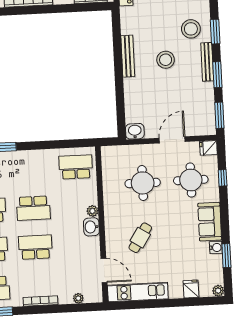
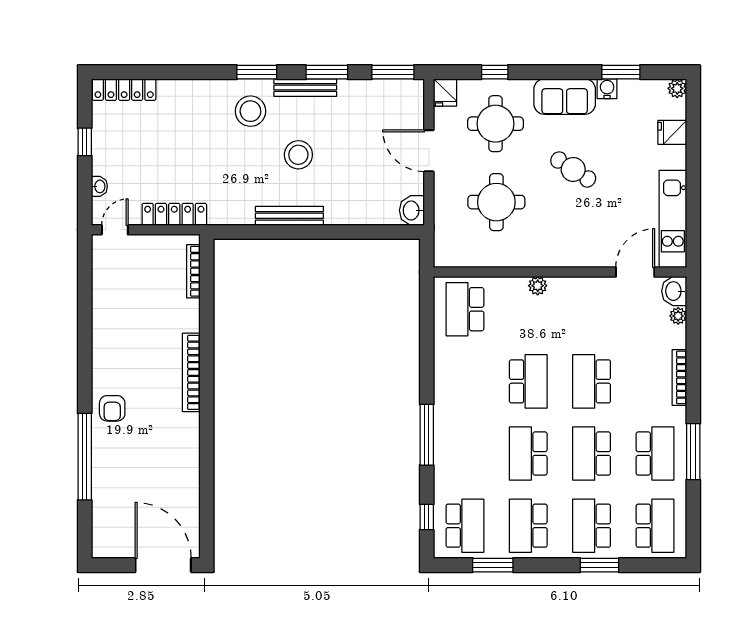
washbasin: (91, 227) -> (674, 291), moved, turned 90
cafe table: (140, 238) -> (573, 169), moved

